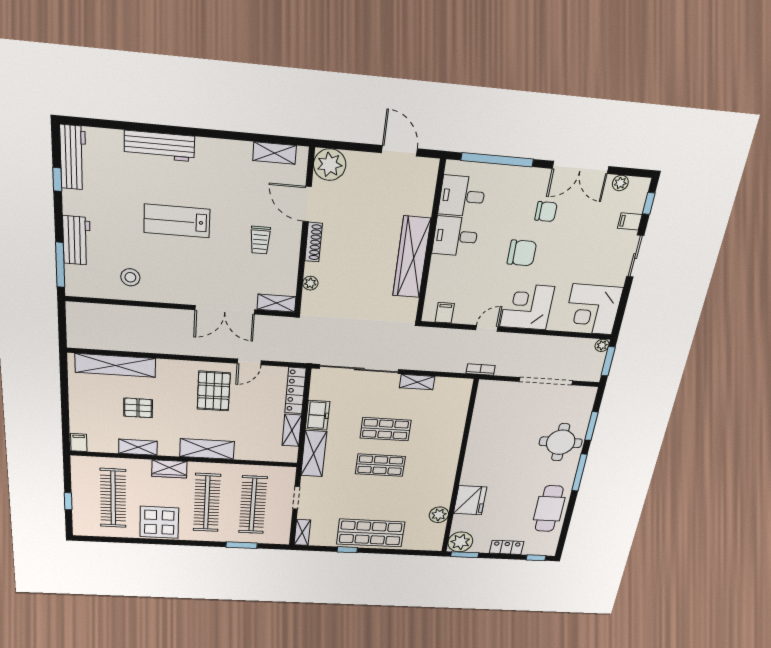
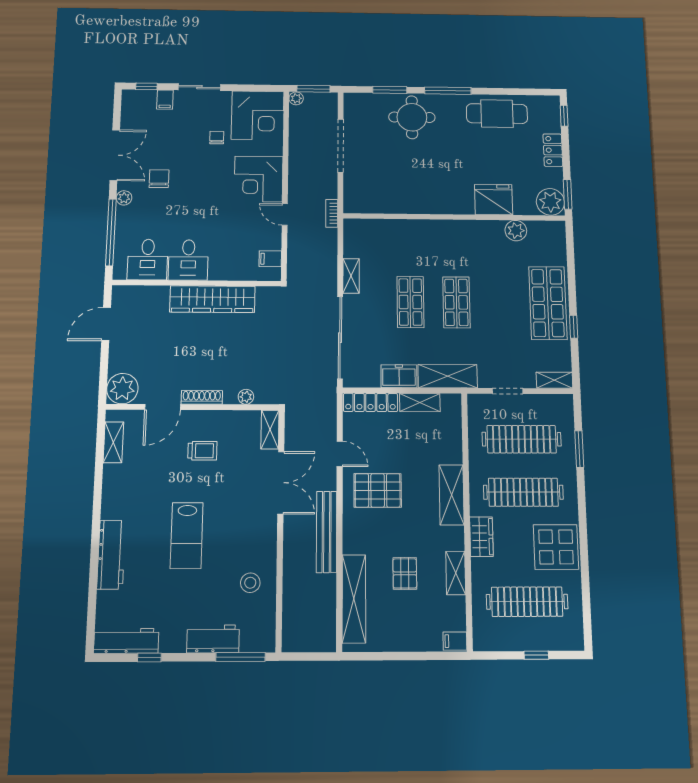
plant: (620, 183) -> (124, 198), moved
chair: (522, 253) -> (217, 138), moved, width x0.54, depth x0.54
bench: (177, 346) -> (327, 532), added

